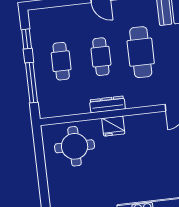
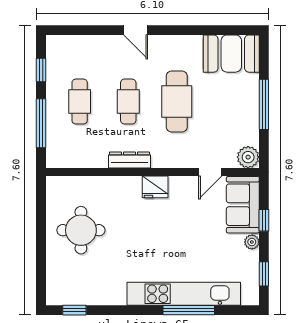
fridge: (113, 126) -> (155, 187), moved
round table: (75, 146) -> (81, 230), moved

